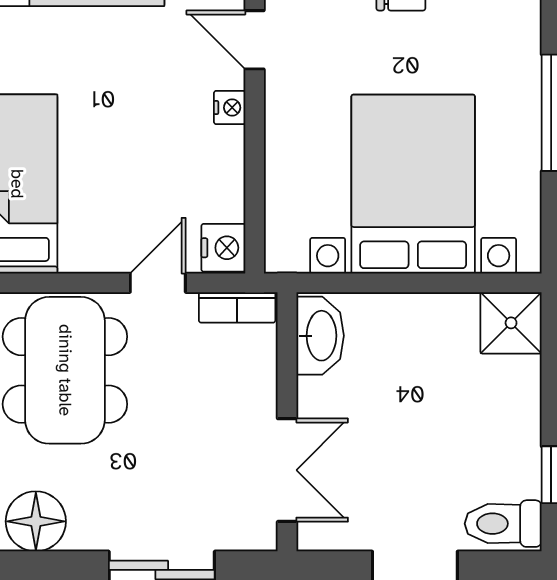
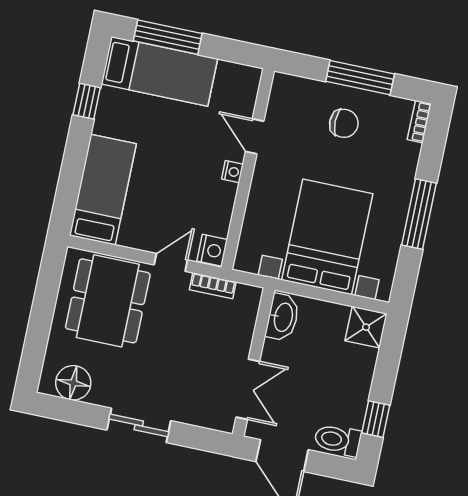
washbasin: (320, 336) -> (283, 317), moved
wall: (287, 422) -> (254, 362), moved
double door: (287, 470) -> (248, 389), moved

